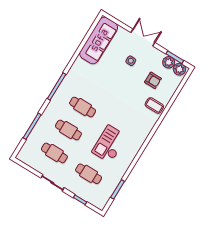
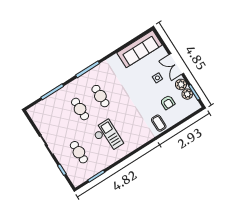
double door: (143, 38) -> (176, 64), swing flipped
plant: (180, 69) -> (181, 84), moved
checkout: (109, 144) -> (107, 137), turned 90
cafe table: (54, 153) -> (60, 122), removed

